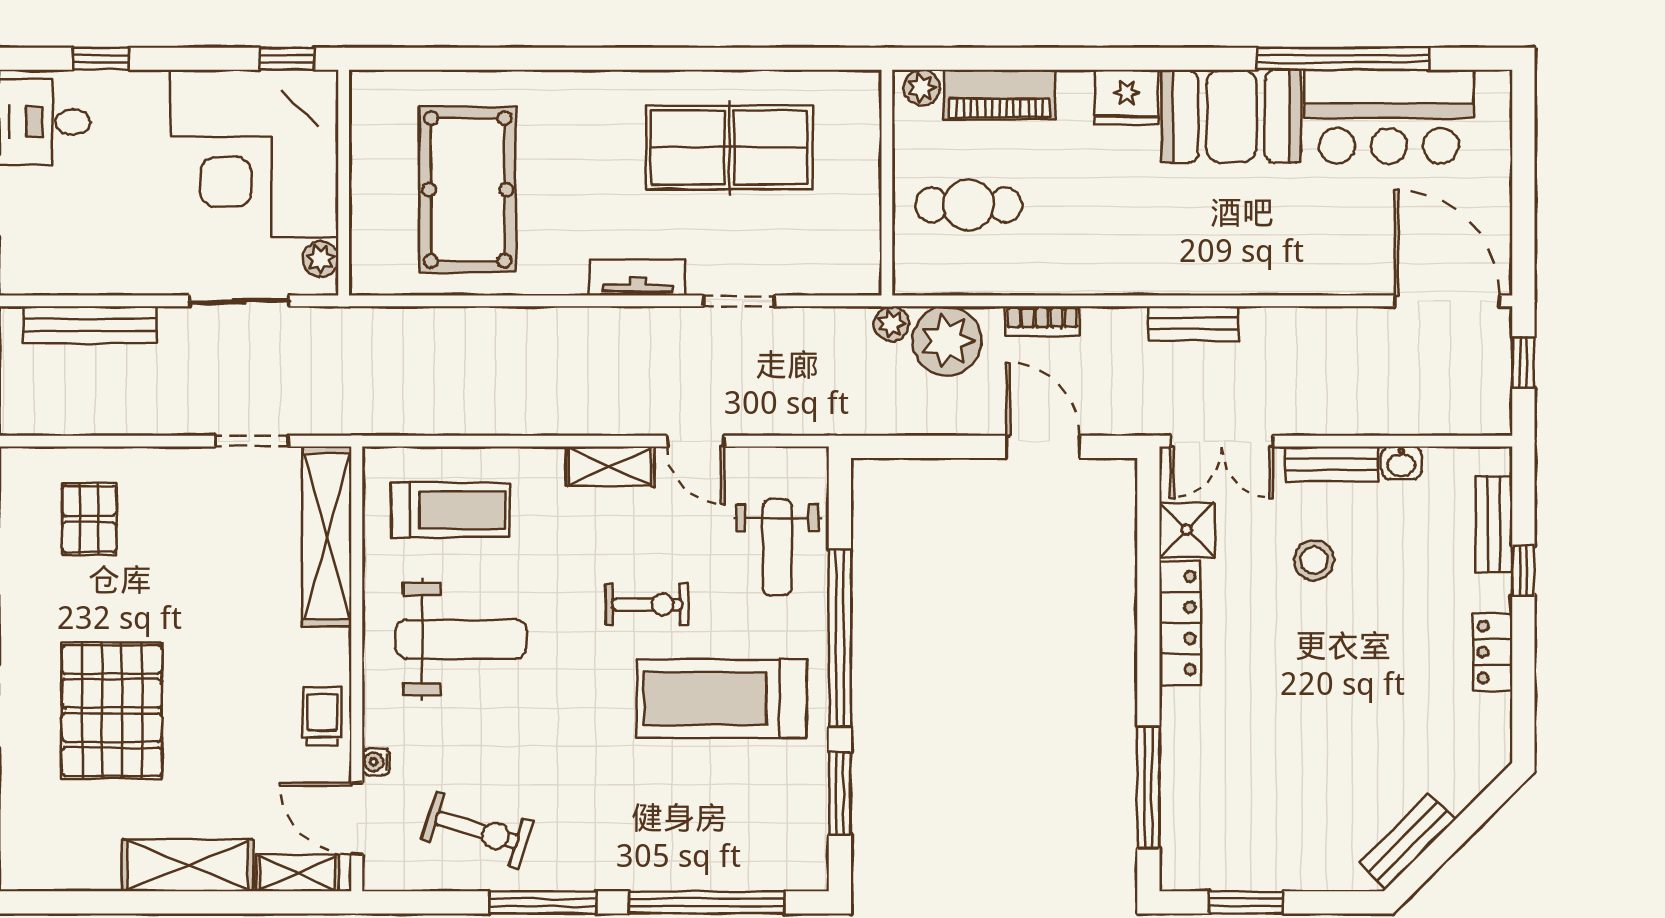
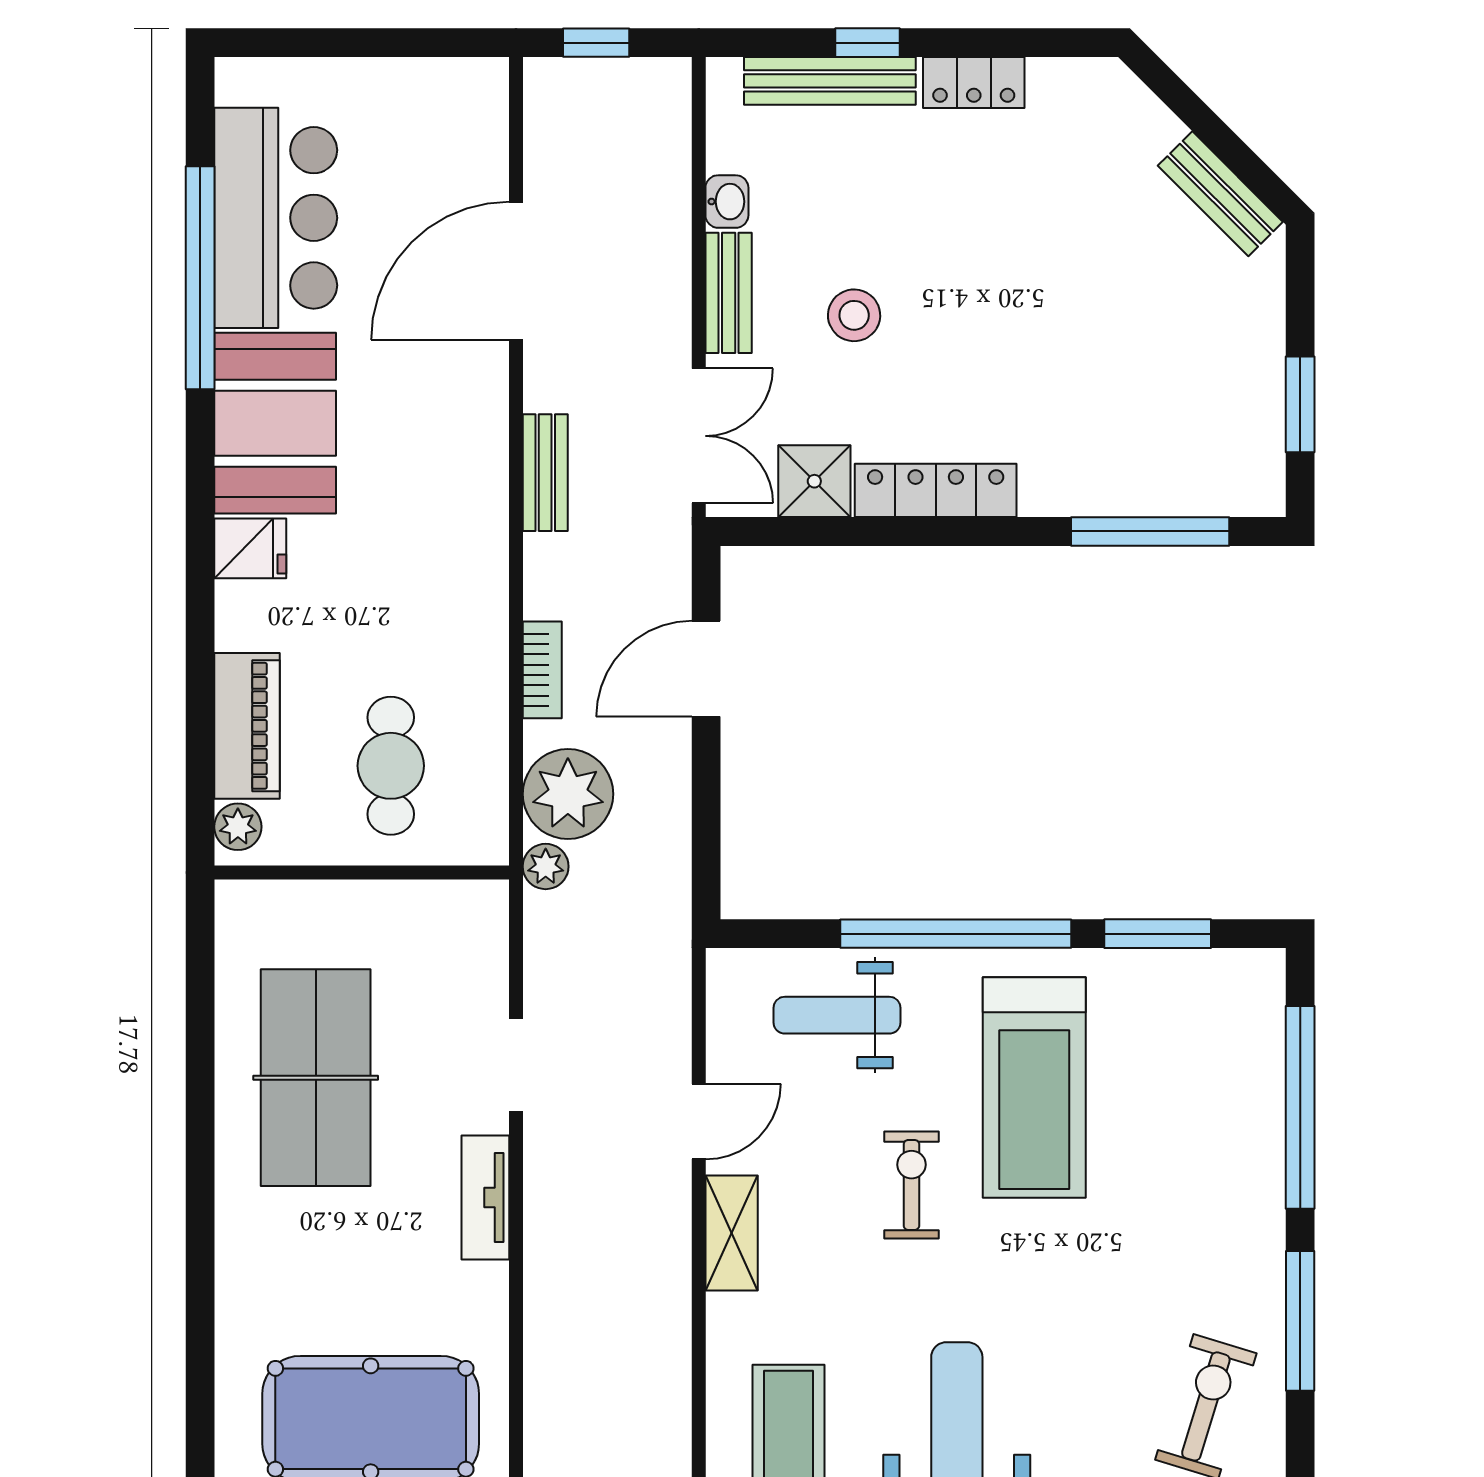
fridge: (1127, 97) -> (250, 548), width x0.72
door: (1447, 301) -> (516, 271), moved
bench: (1494, 524) -> (830, 81), width x1.36
weight bench: (777, 547) -> (837, 1015), turned 180

